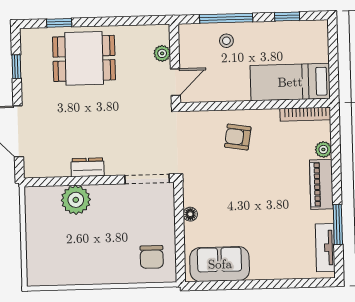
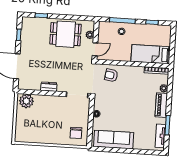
dining table: (84, 58) -> (66, 34), moved
armchair: (238, 137) -> (111, 75), moved
plant: (76, 200) -> (26, 101), moved
sofa: (220, 264) -> (114, 140), width x1.36

